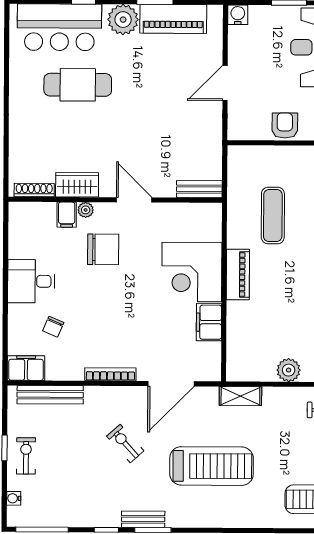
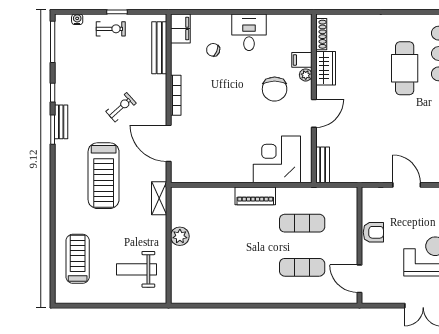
corner desk: (192, 272) -> (277, 159), moved
filing cabinet: (209, 322) -> (217, 173), removed

